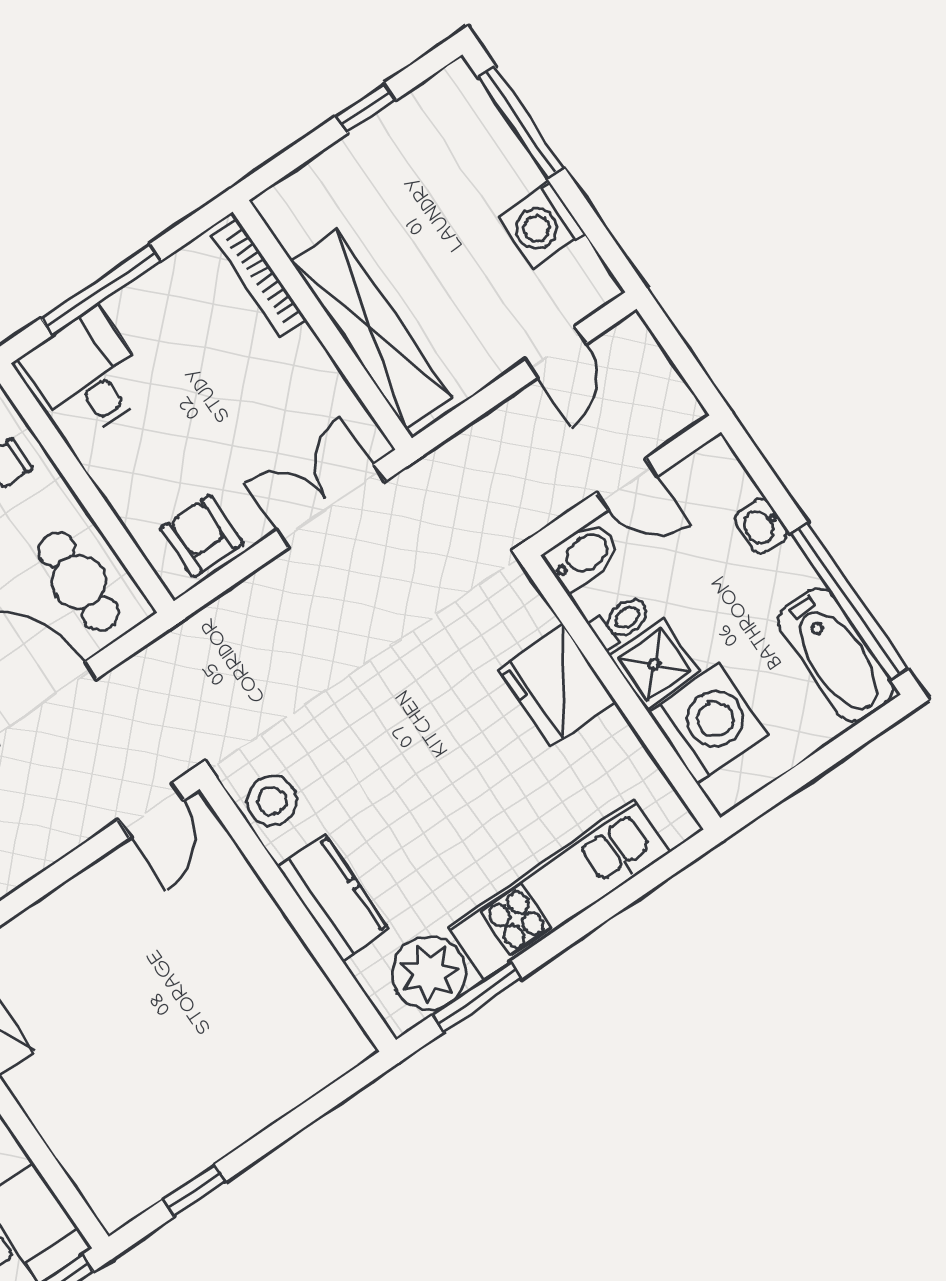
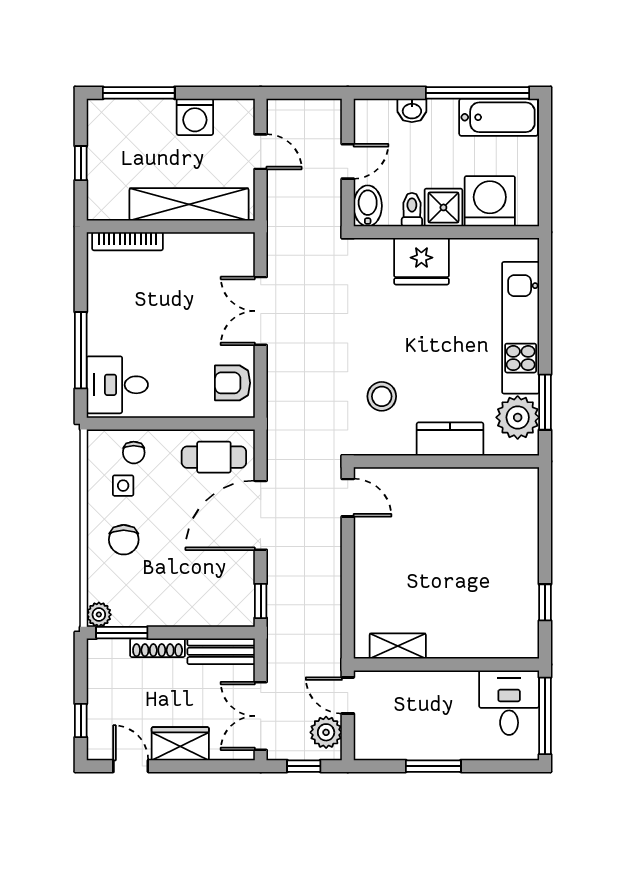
bookcase: (259, 278) -> (127, 241), moved
wall: (322, 325) -> (171, 226), moved
shelving: (371, 329) -> (189, 204), moved
stool: (272, 801) -> (382, 396), moved

